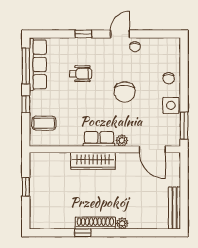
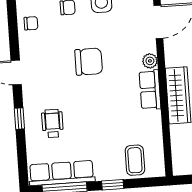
chair: (135, 47) -> (31, 23), moved
wheelchair: (81, 74) -> (52, 123), moved

